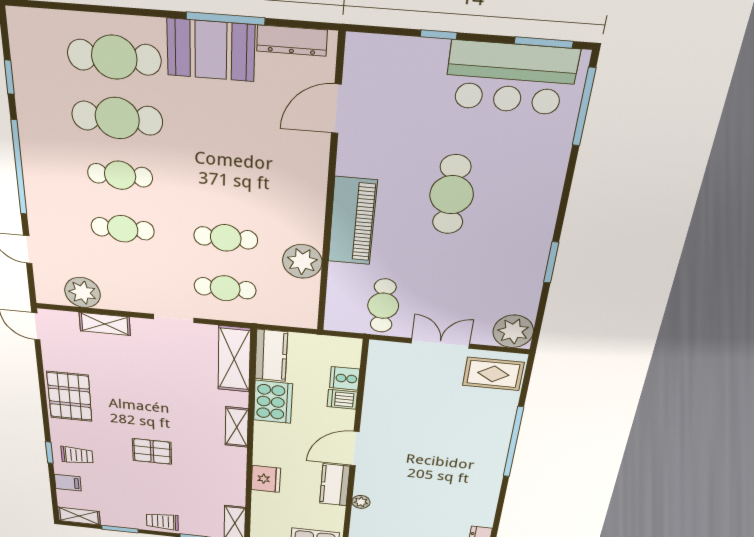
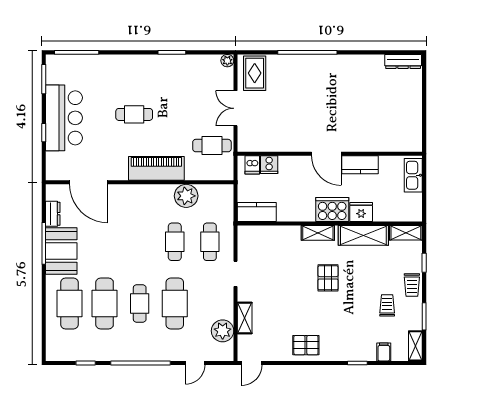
dresser: (292, 41) -> (53, 214), width x0.70
bar counter: (511, 78) -> (64, 118), moved
door: (336, 109) -> (89, 182), width x1.36
cafe table: (452, 195) -> (134, 114), width x0.73, depth x0.74
cafe table: (123, 229) -> (175, 304), width x1.37, depth x1.35
plant: (513, 331) -> (227, 61), width x0.53, depth x0.53
shelving: (234, 359) -> (363, 235), moved
pallet: (69, 396) -> (306, 345), width x0.67, depth x0.71
dishwasher: (342, 399) -> (252, 165), moved
cooker: (273, 402) -> (332, 209), moved
pallet: (152, 451) -> (328, 278), moved
trolley: (77, 455) -> (387, 305), moved
plant: (361, 502) -> (373, 146), removed

